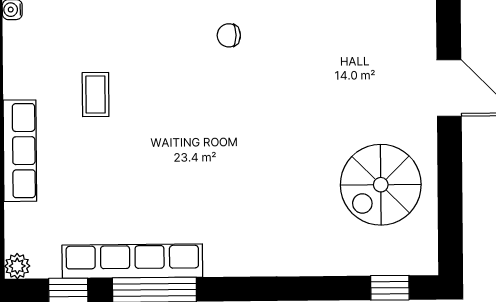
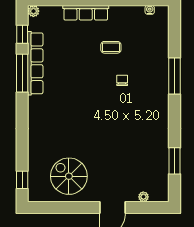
plant: (425, 20) -> (143, 197), added
chair: (229, 35) -> (122, 80), moved

